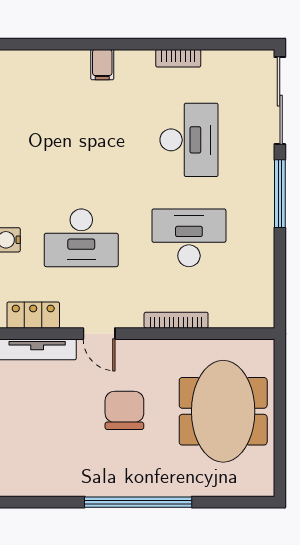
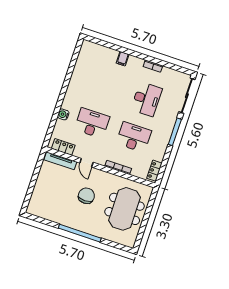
desk: (81, 238) -> (92, 123), turned 180
locker: (263, 300) -> (154, 171), added

